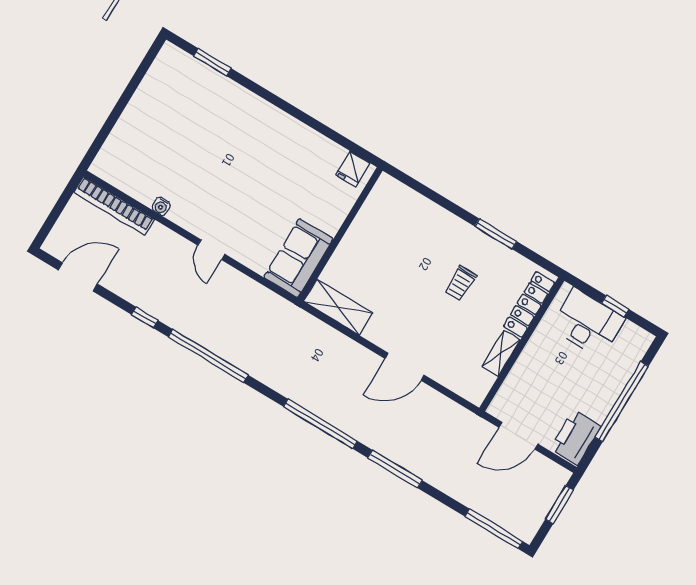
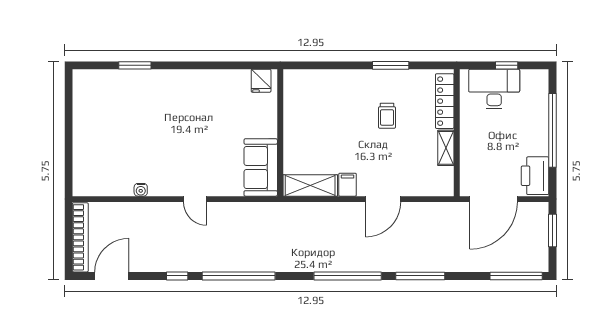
window: (212, 62) -> (135, 65), moved
bookcase: (114, 206) -> (80, 237), moved, turned -90
filing cabinet: (377, 330) -> (348, 185), added
door: (518, 436) -> (494, 199), width x1.36

